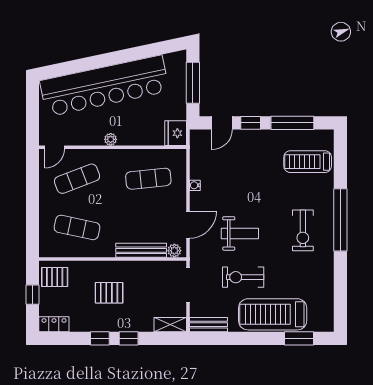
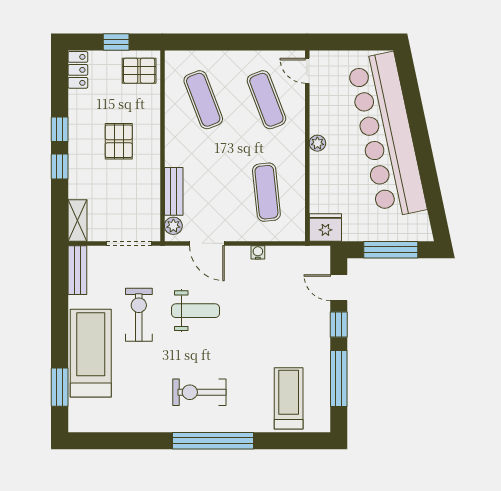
exercise mat: (77, 227) -> (203, 100), turned -33
weight bench: (240, 233) -> (195, 311), turned -90
bench: (141, 250) -> (174, 191), width x0.73
pallet: (55, 277) -> (139, 71), turned 90

